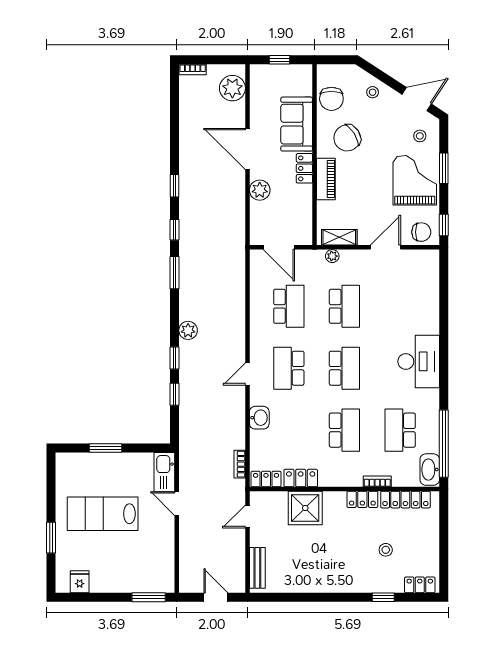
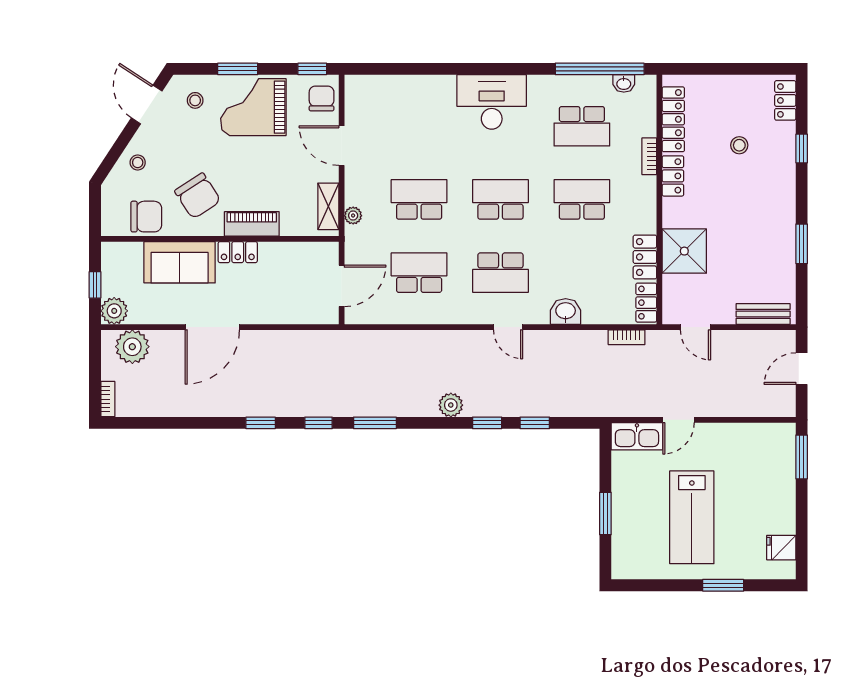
plant: (260, 190) -> (114, 311), moved
washbasin: (430, 470) -> (624, 83), width x0.52, depth x0.69
window: (311, 597) -> (802, 244), added

